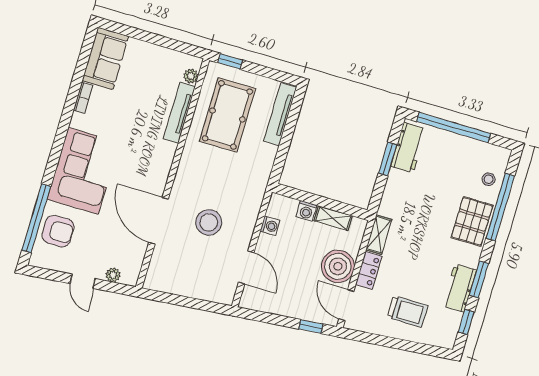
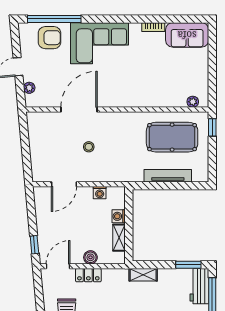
tv unit: (179, 113) -> (163, 101), removed
tv unit: (280, 114) -> (168, 176), moved
workbench: (408, 148) -> (199, 286), moved, turned 90
window: (388, 159) -> (188, 265), moved
stool: (209, 222) -> (89, 147), width x0.53, depth x0.53
armchair: (58, 231) -> (50, 38), turned -90
shelving: (379, 235) -> (143, 275), moved
boiler: (338, 266) -> (90, 257), width x0.54, depth x0.54

